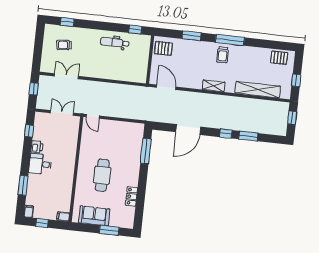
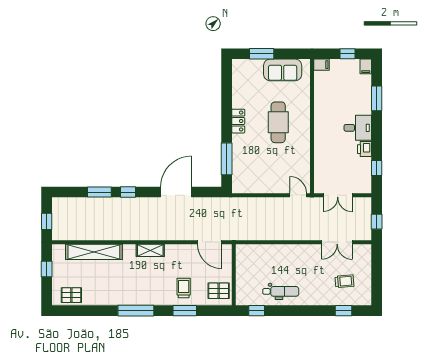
trolley: (223, 55) -> (184, 288), moved
locker: (131, 196) -> (238, 121), moved

